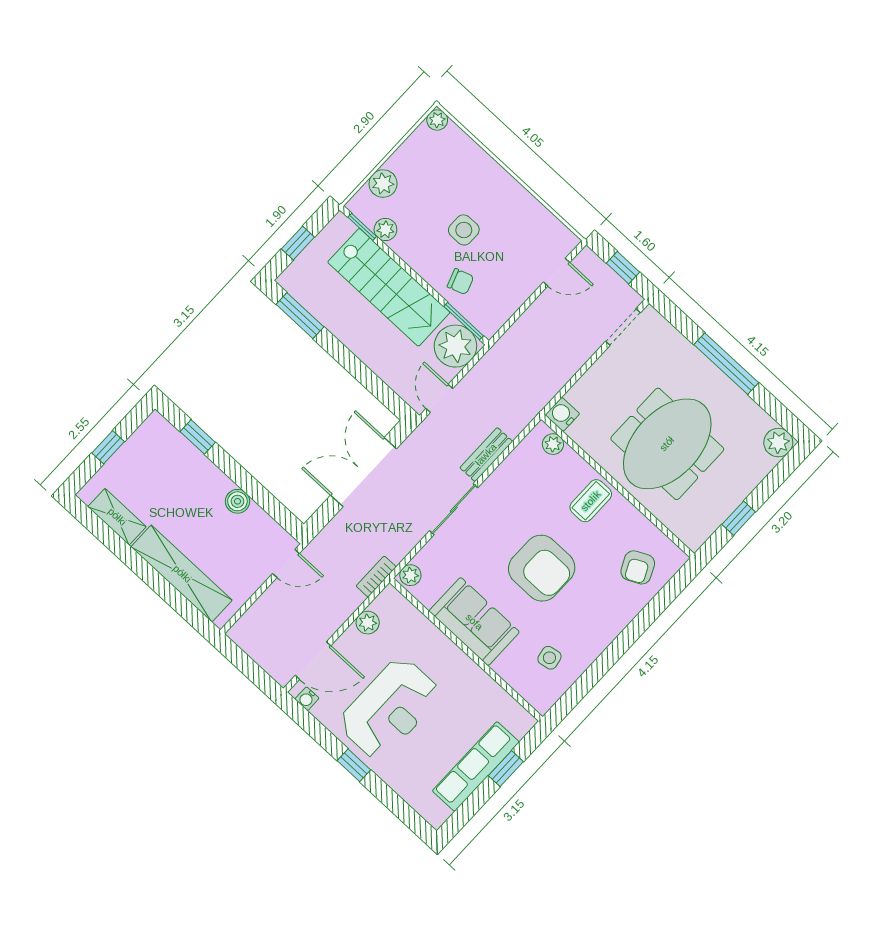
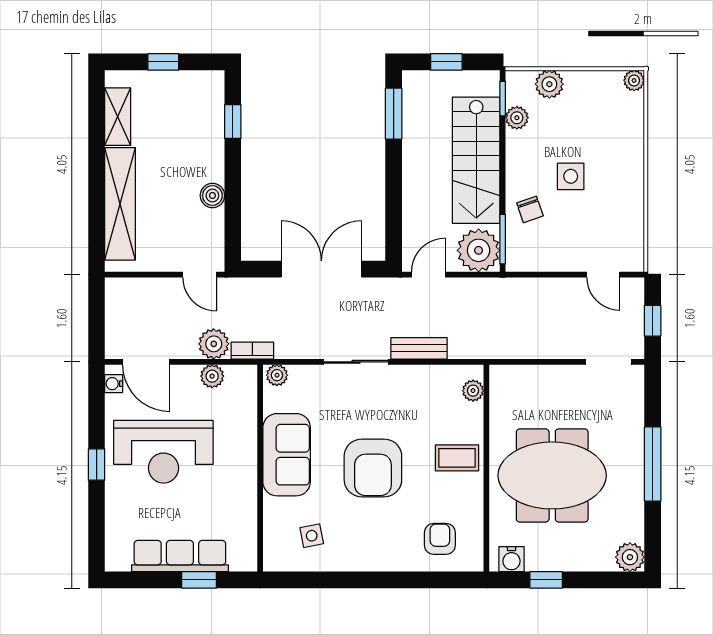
water cooler: (562, 414) -> (512, 559), moved, turned 180
armchair: (638, 567) -> (440, 539), turned 116
plant: (345, 600) -> (214, 344), added

